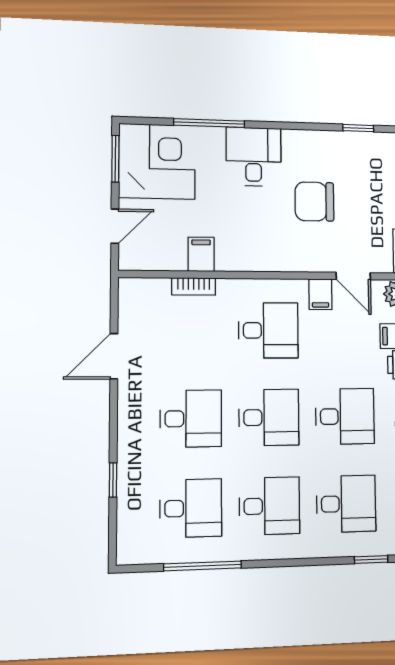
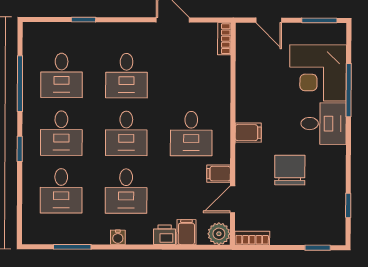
corner desk: (157, 161) -> (318, 73), moved, turned 90
filing cabinet: (201, 254) -> (248, 133), moved
bookcase: (194, 286) -> (224, 39), moved
window: (371, 559) -> (20, 149), moved

